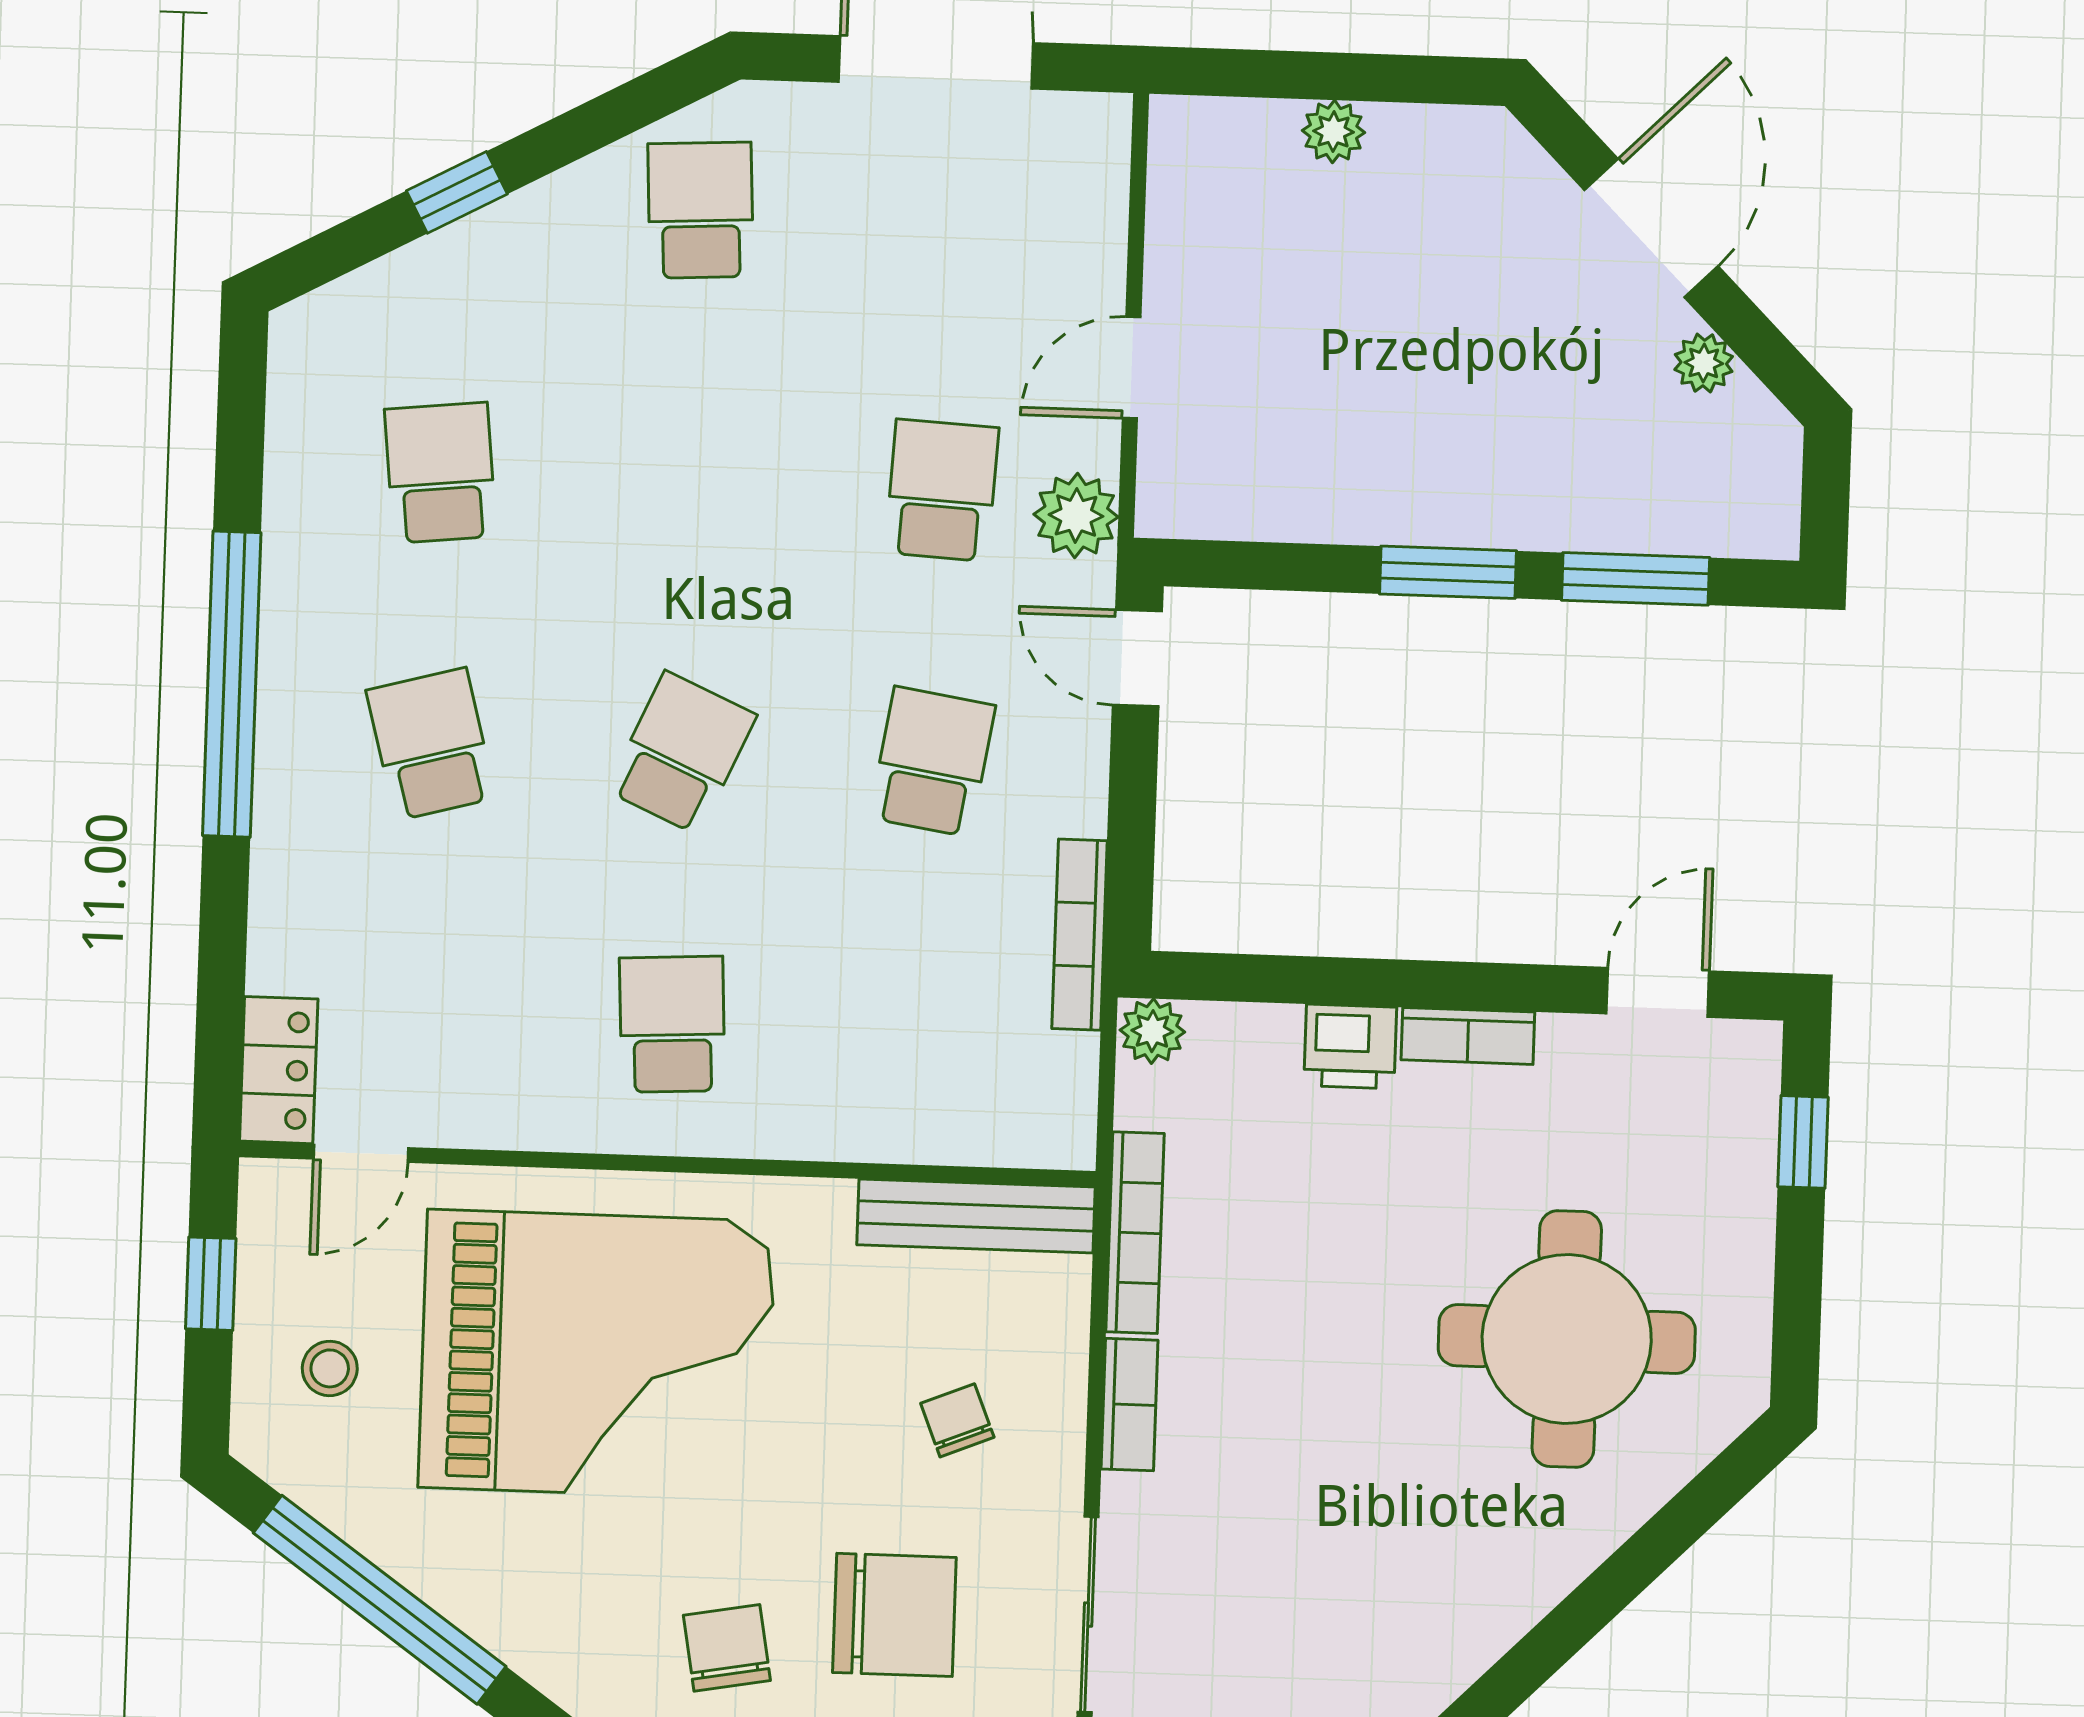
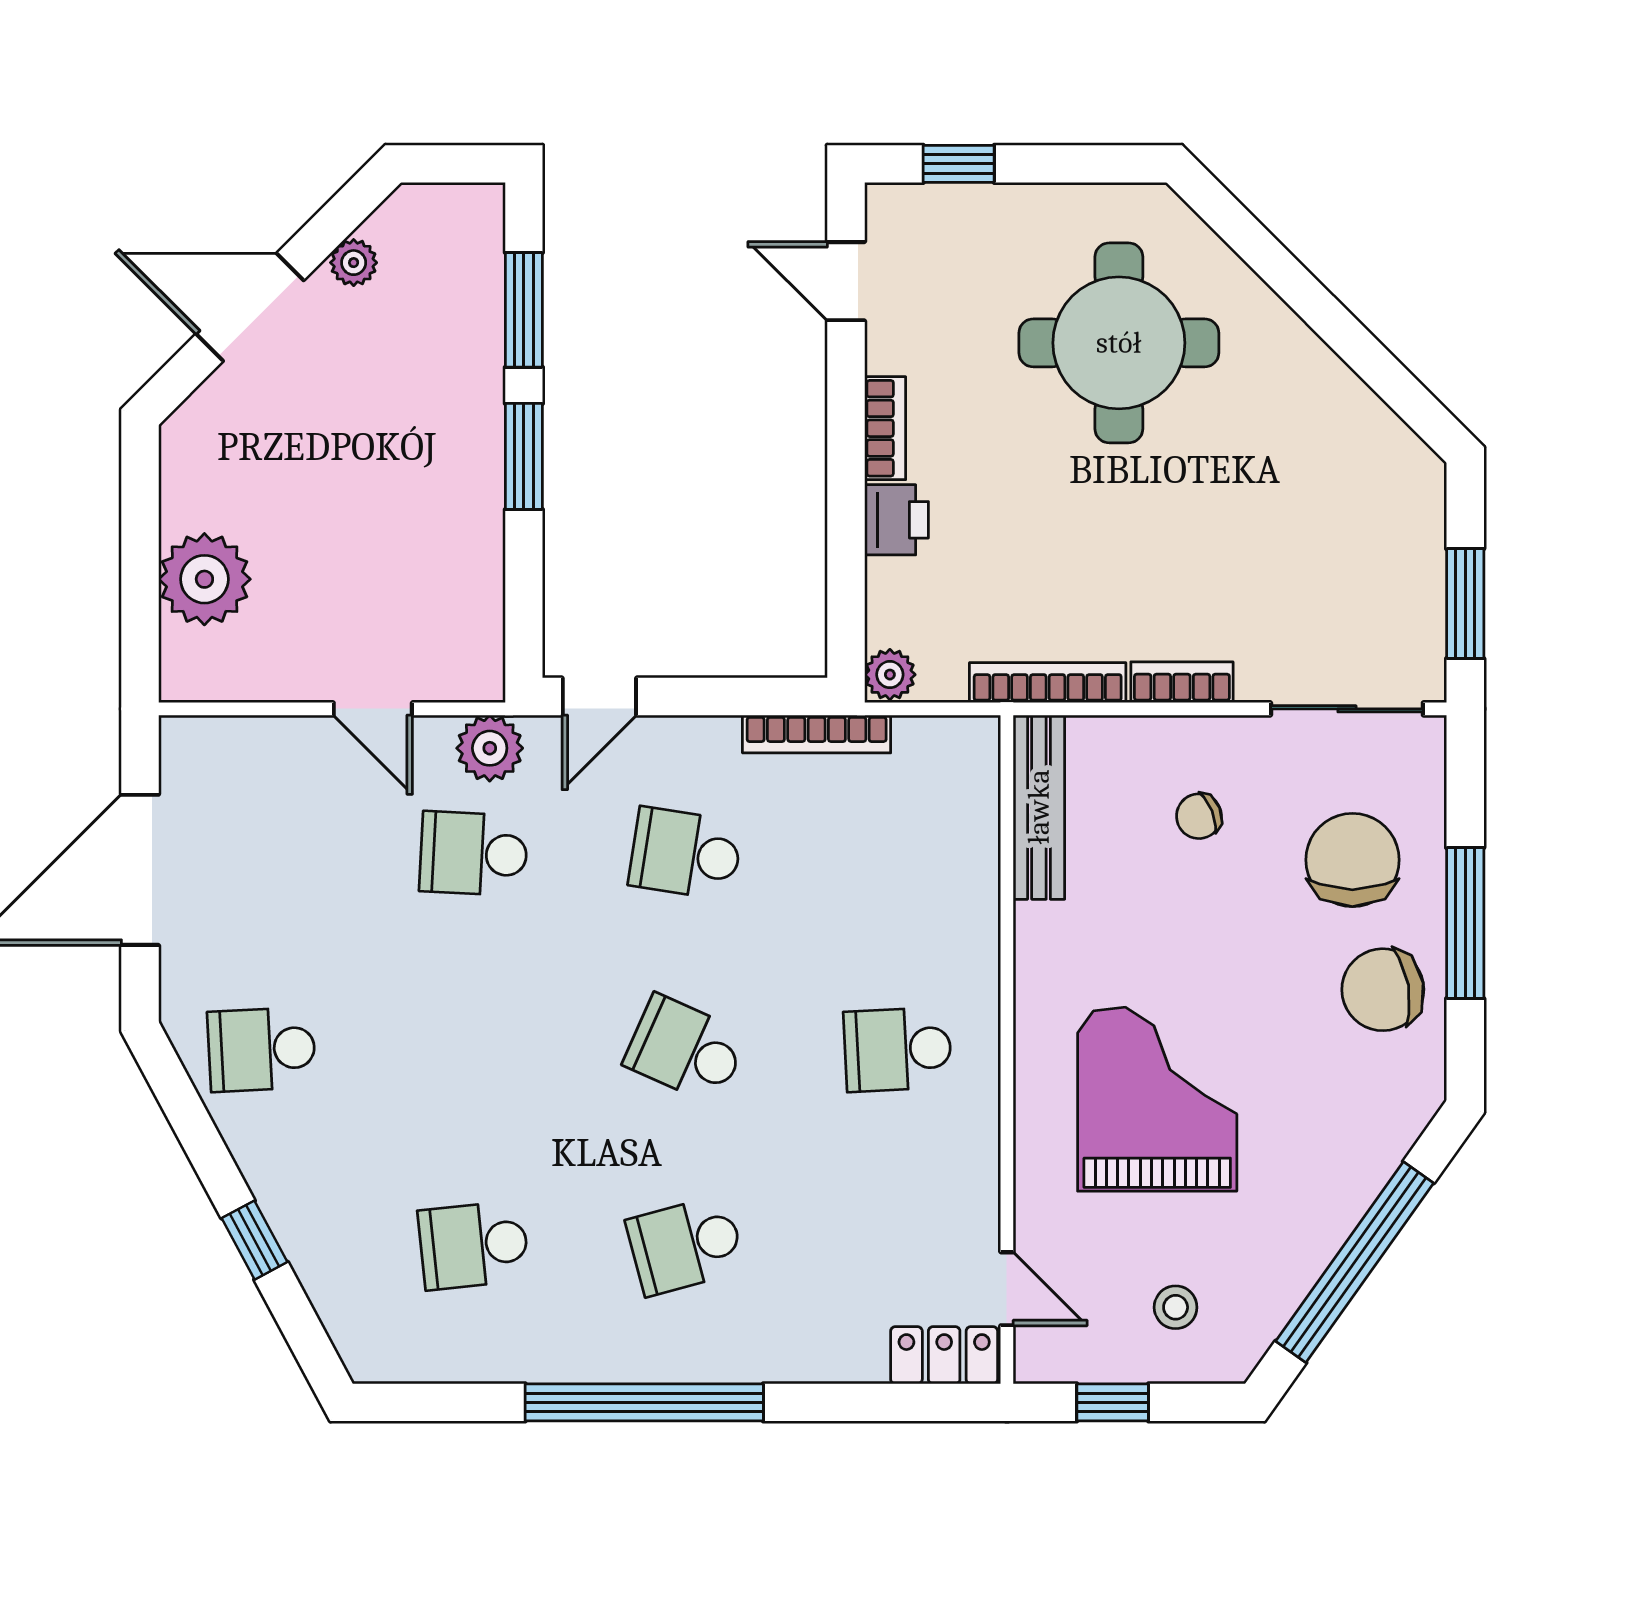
plant: (1333, 131) -> (204, 579), width x1.88, depth x1.88
grand piano: (597, 1354) -> (1157, 1099), width x0.73, depth x0.68
chair: (727, 1648) -> (1383, 990), width x1.37, depth x1.37

